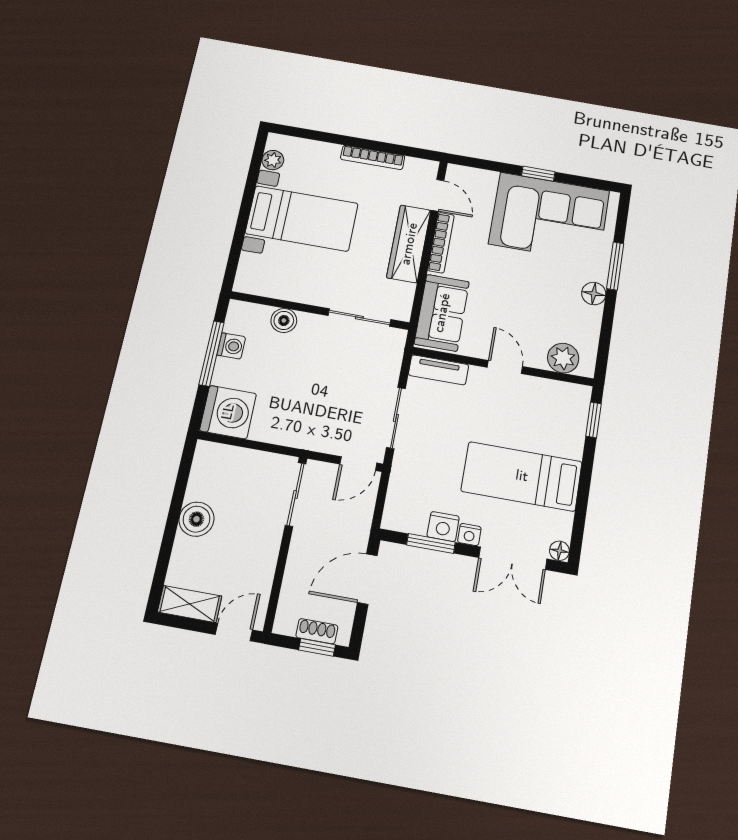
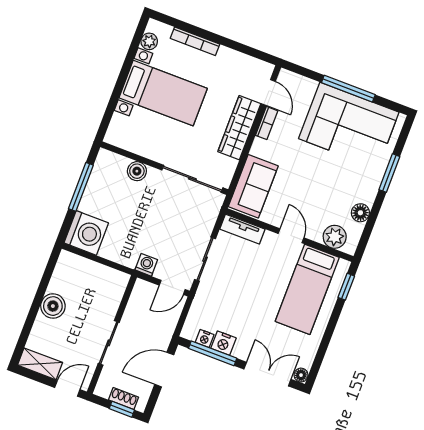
bookcase: (373, 157) -> (195, 41), moved
window: (538, 174) -> (348, 89), width x2.17
bookcase: (441, 243) -> (267, 123), width x0.64
floor lamp: (594, 294) -> (360, 213), moved
sliding door: (359, 318) -> (192, 179), width x1.37
washing machine: (231, 346) -> (146, 265), moved, turned -90
bed: (522, 476) -> (307, 289), moved, turned -90
sliding door: (296, 494) -> (109, 343), moved
nightstand: (469, 535) -> (205, 338), moved
window: (431, 543) -> (213, 353), width x1.44
double door: (513, 558) -> (267, 374), swing flipped

